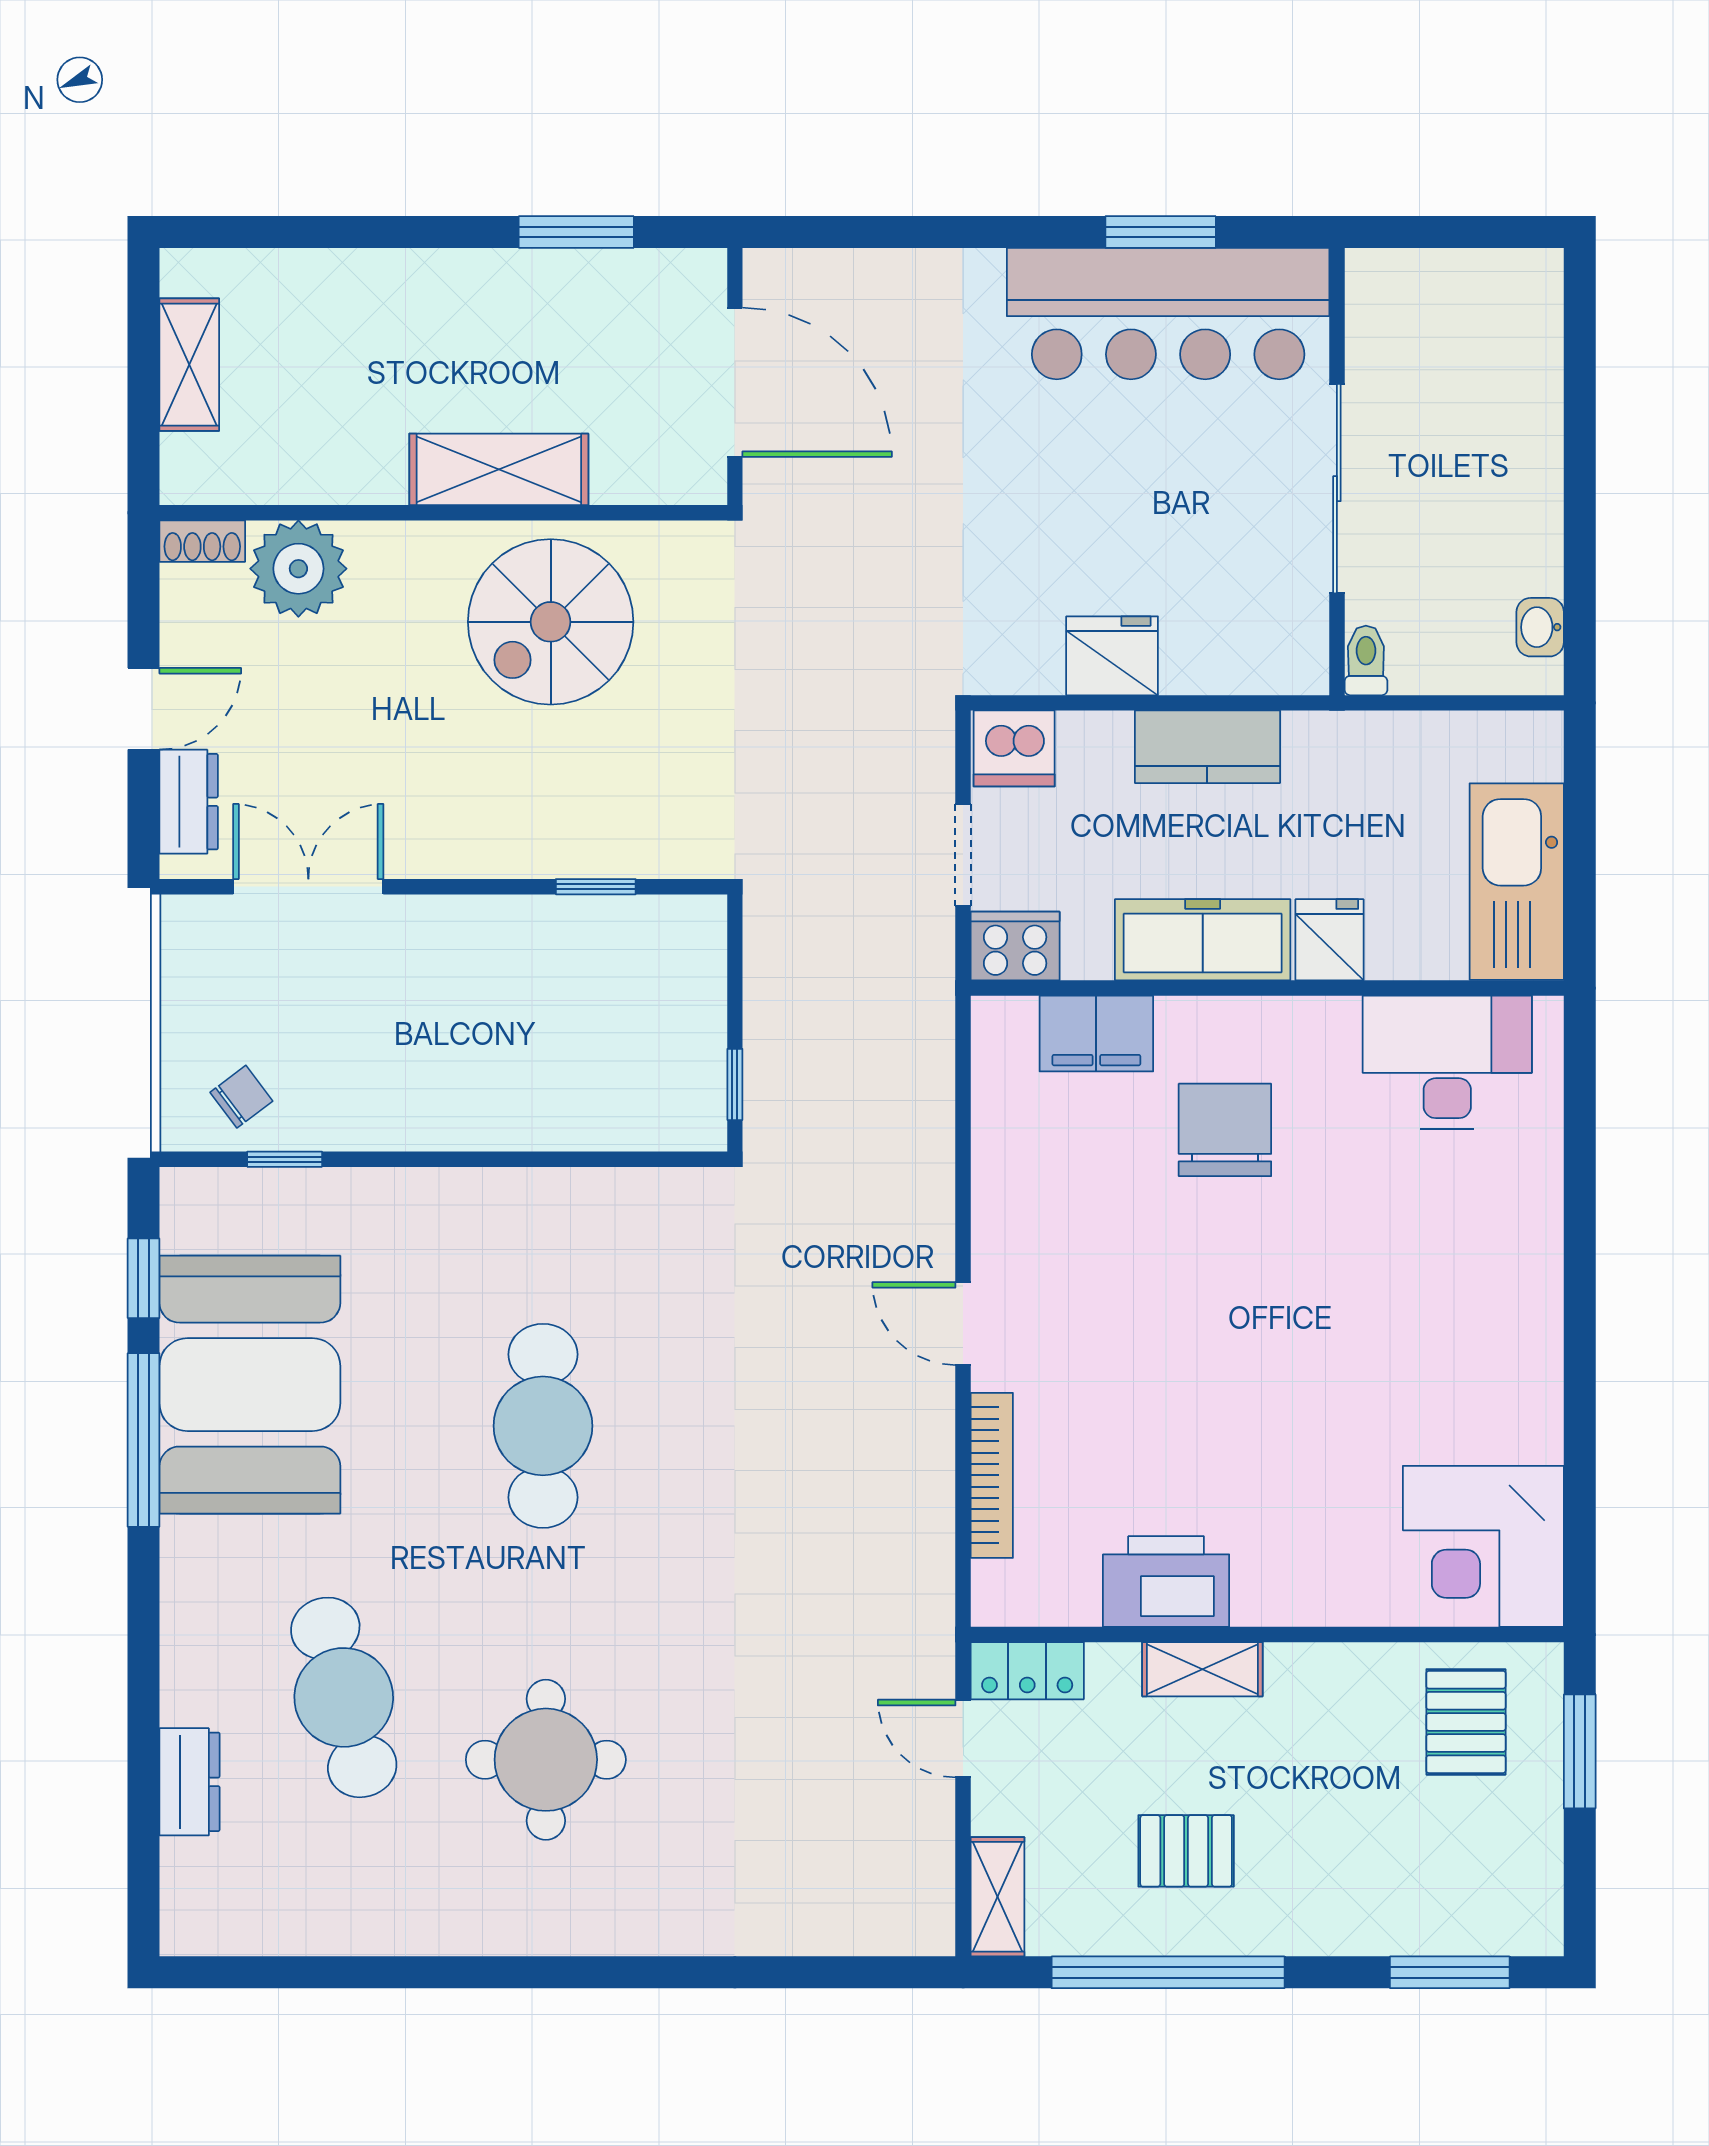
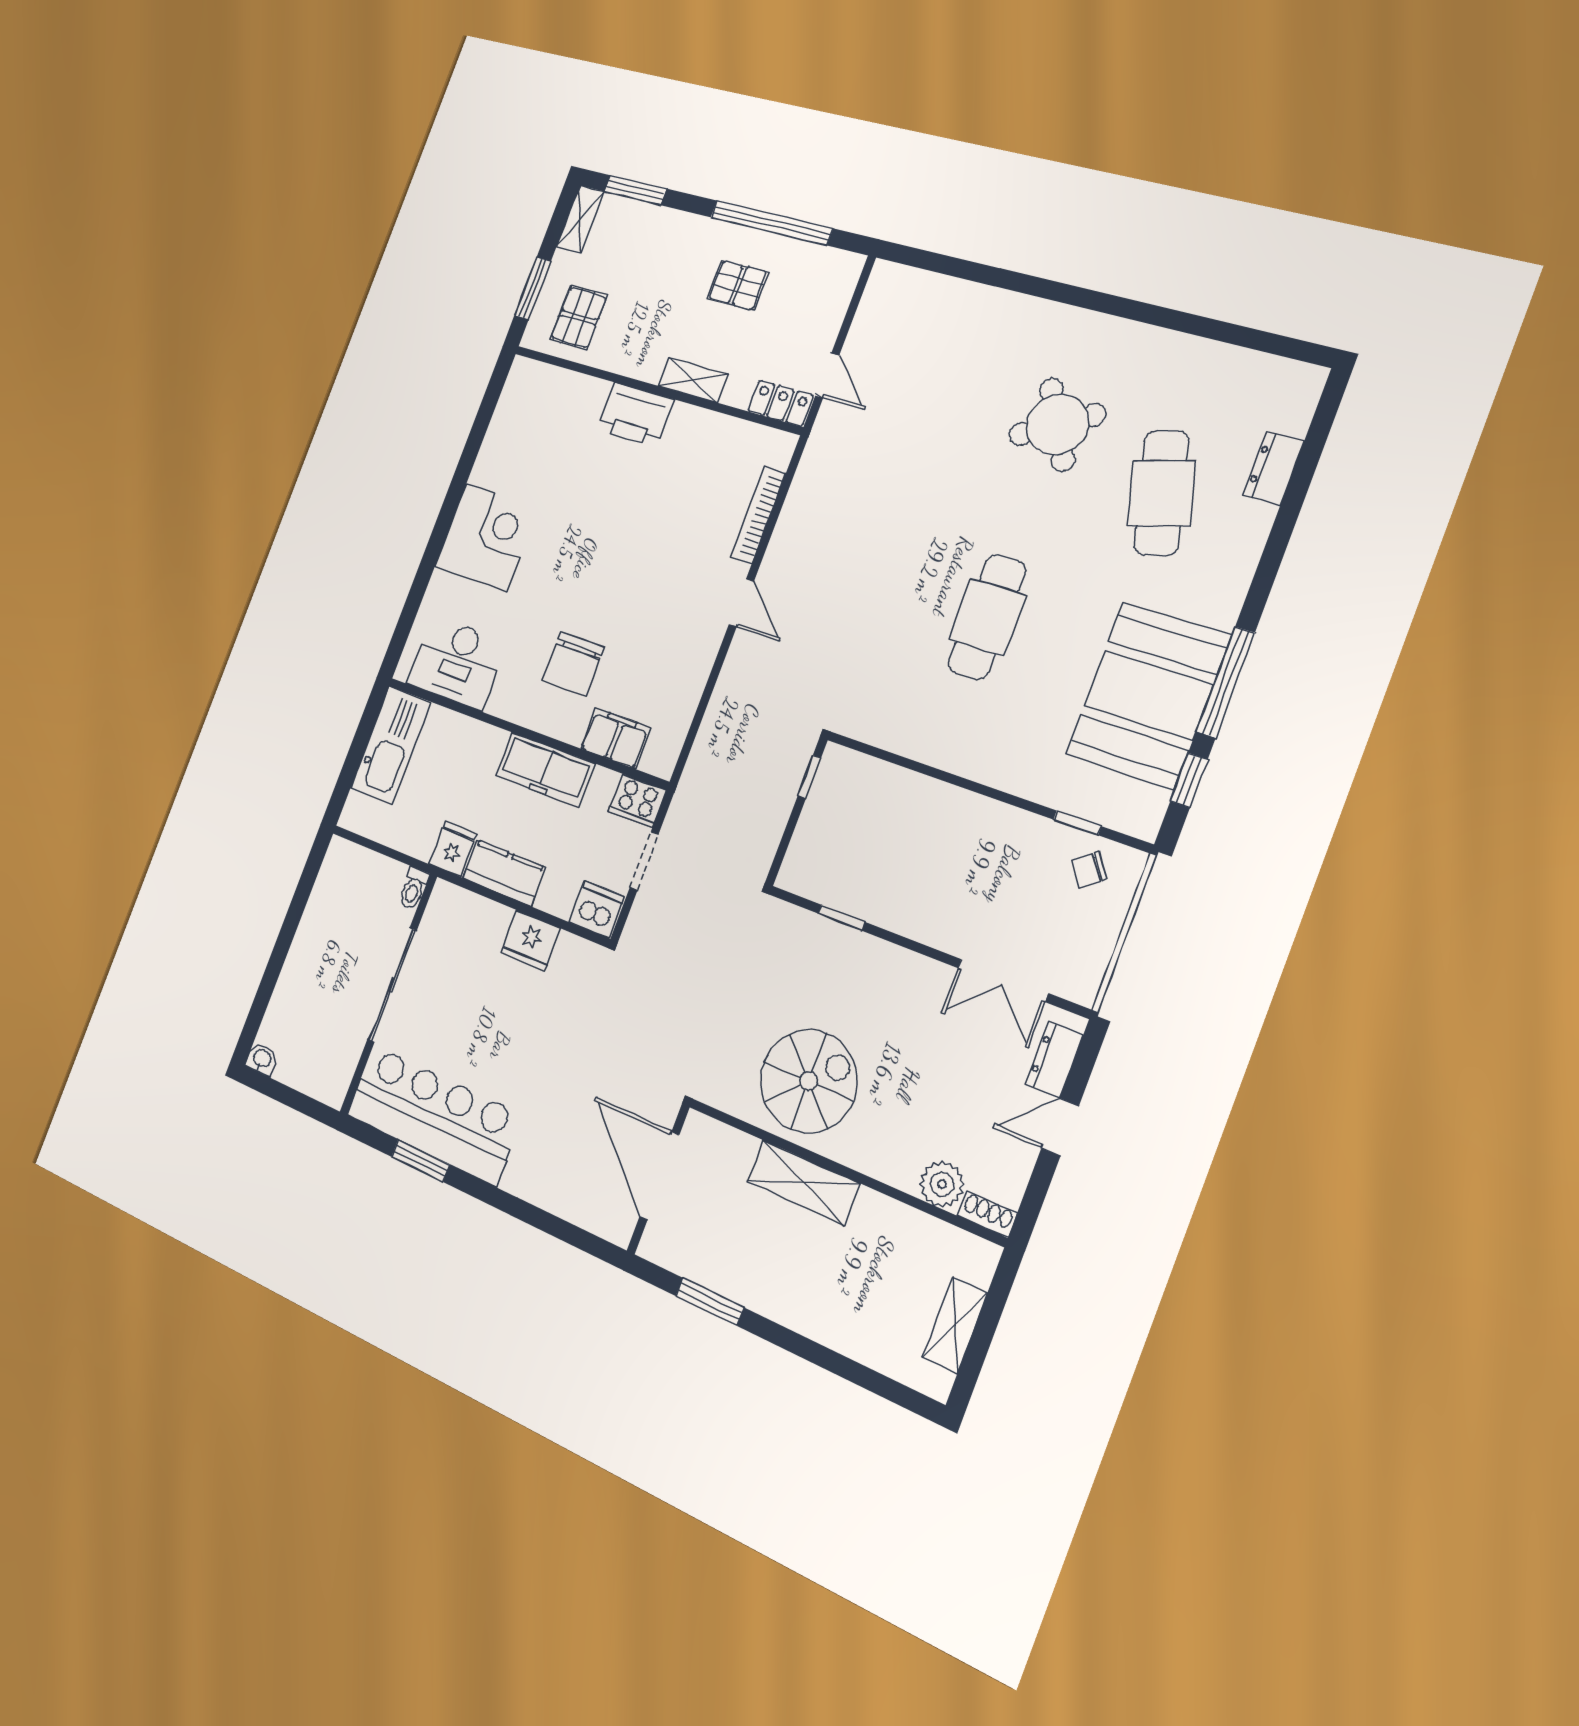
plant: (298, 569) -> (942, 1184), width x0.73, depth x0.73
washbasin: (1540, 627) -> (262, 1059), moved, turned -90
fridge: (1330, 940) -> (453, 849), moved, turned 180
corner desk: (1483, 1546) -> (486, 537), moved
printer: (1166, 1582) -> (635, 415), moved
round table: (546, 1760) -> (1057, 425), turned -30
shelving: (997, 1897) -> (580, 219), moved

